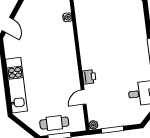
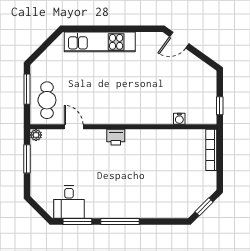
printer: (89, 77) -> (116, 137), moved
cafe table: (54, 123) -> (47, 100), moved

